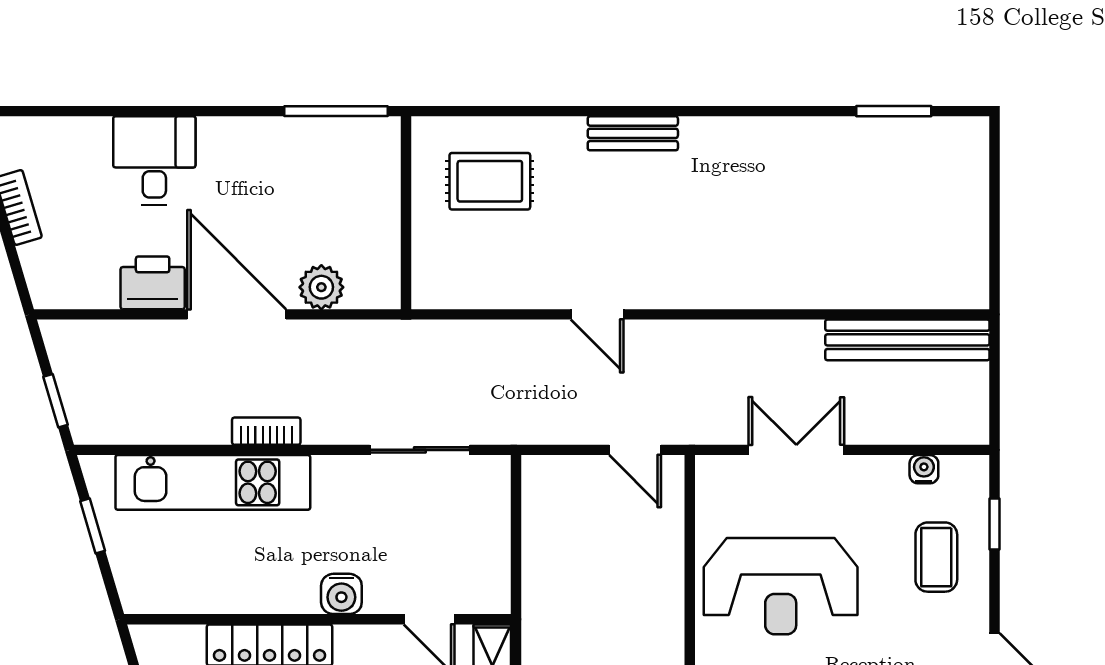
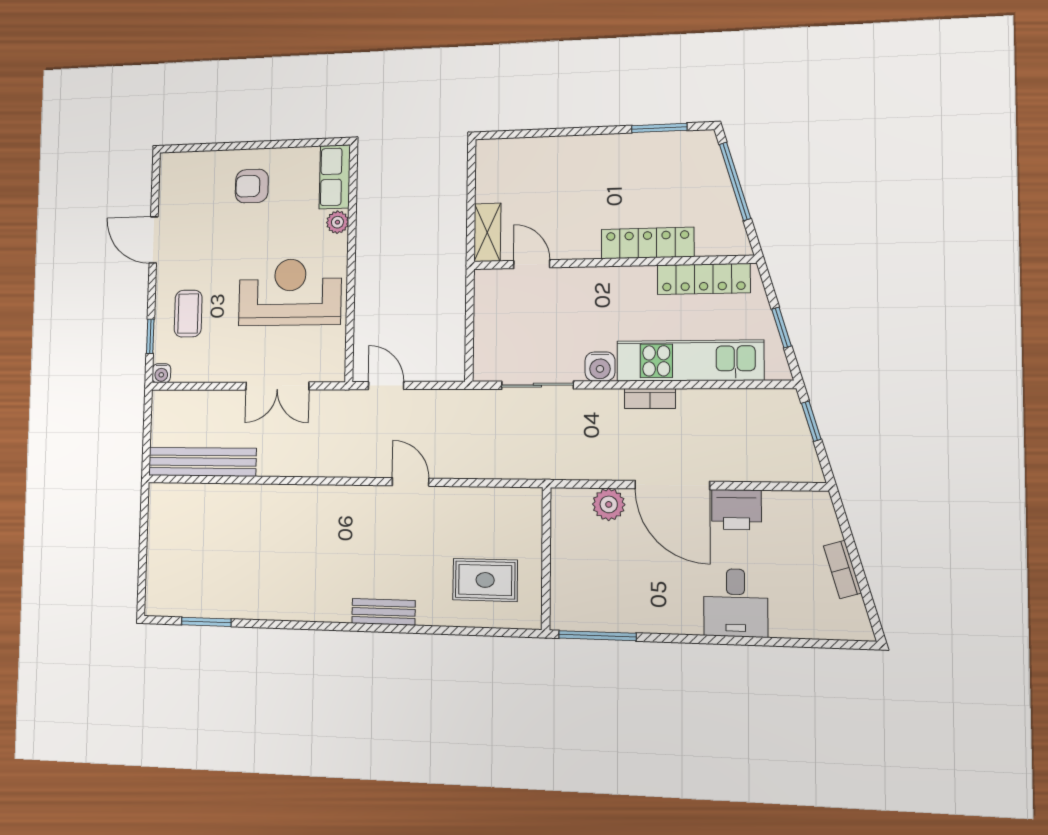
water cooler: (924, 469) -> (161, 373), moved
locker: (194, 594) -> (704, 279), added
water cooler: (341, 594) -> (600, 367), moved, turned 180

